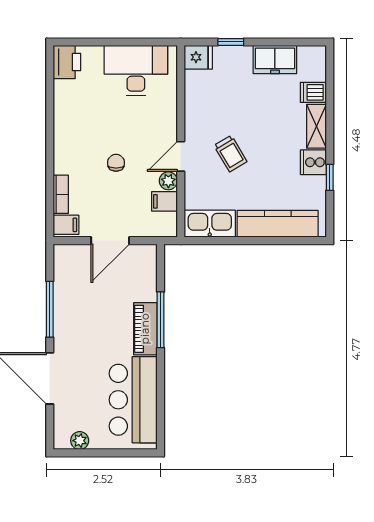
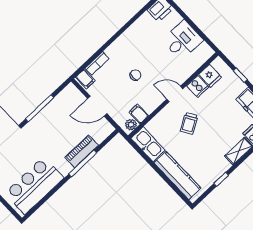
fridge: (198, 57) -> (210, 76), moved
desk: (136, 70) -> (183, 40), width x0.73
door: (181, 156) -> (175, 94), moved
cooker: (313, 162) -> (198, 86), moved, turned 180
plant: (168, 181) -> (131, 125), moved
piano: (145, 329) -> (82, 151), moved

